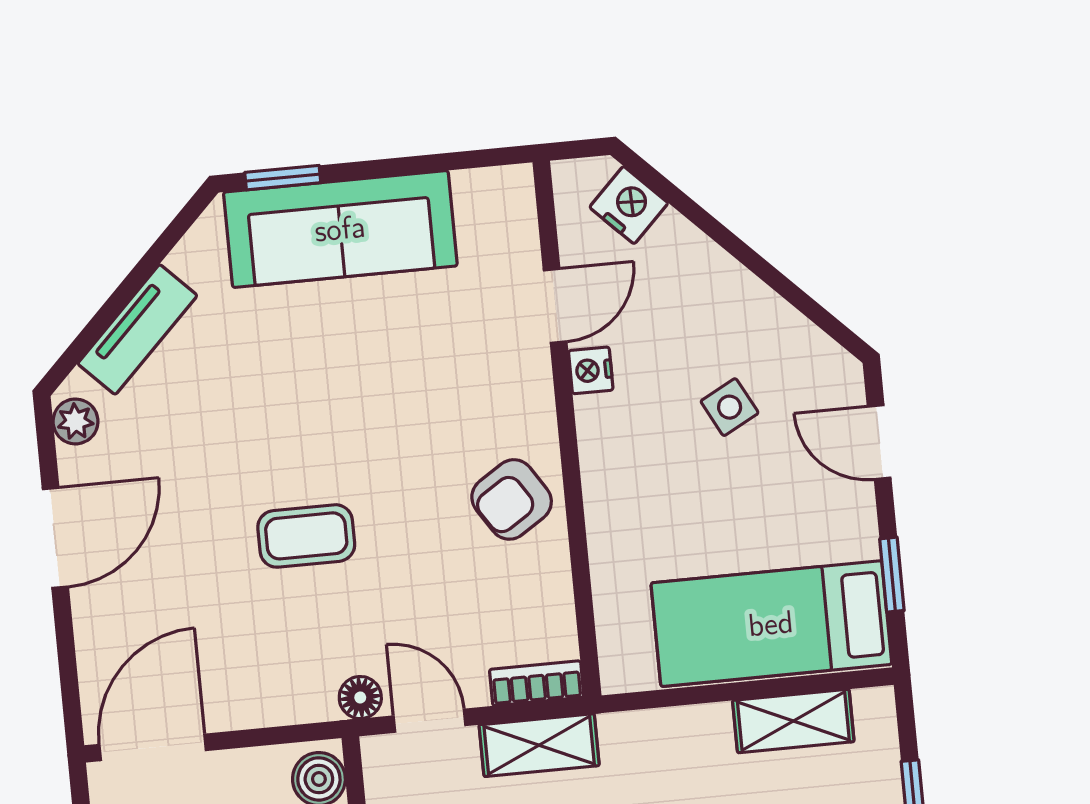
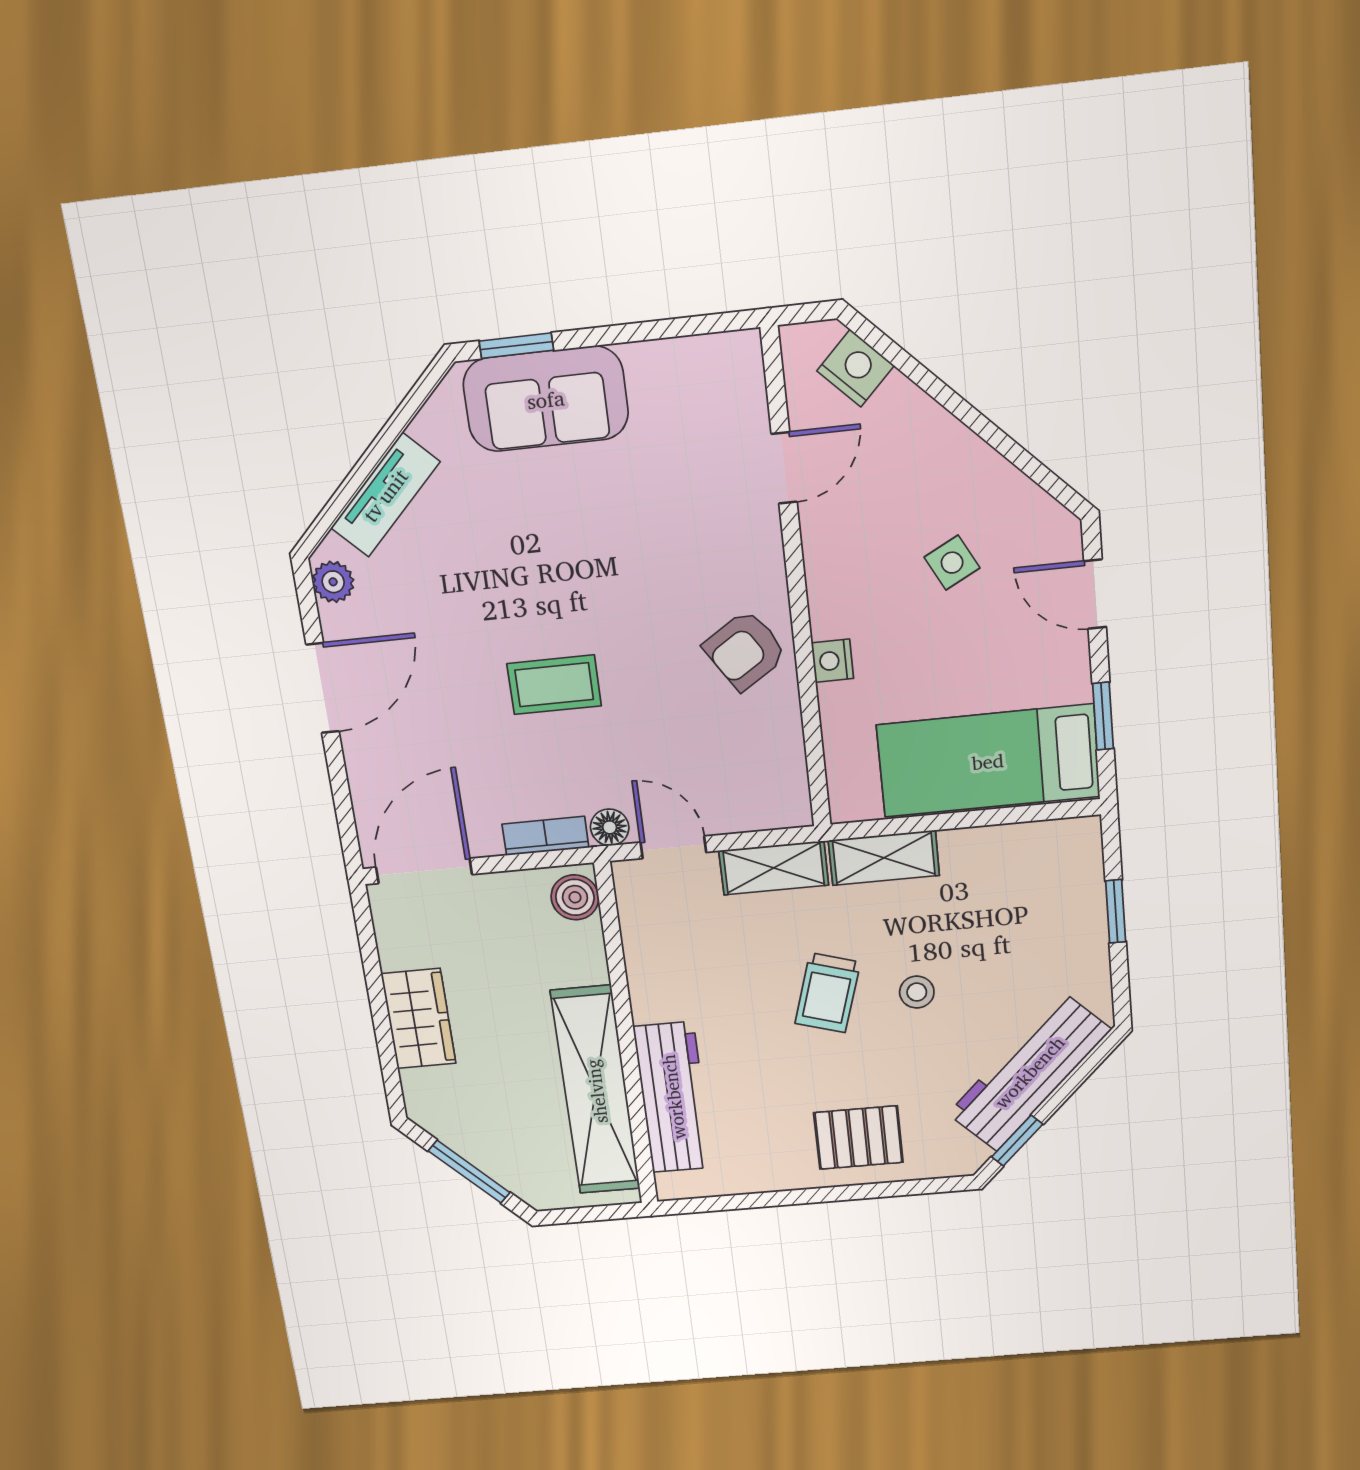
sofa: (340, 229) -> (546, 399), width x0.73
nightstand: (591, 370) -> (832, 661), moved
bookcase: (537, 683) -> (545, 836), moved
shelving: (793, 721) -> (884, 858), moved

